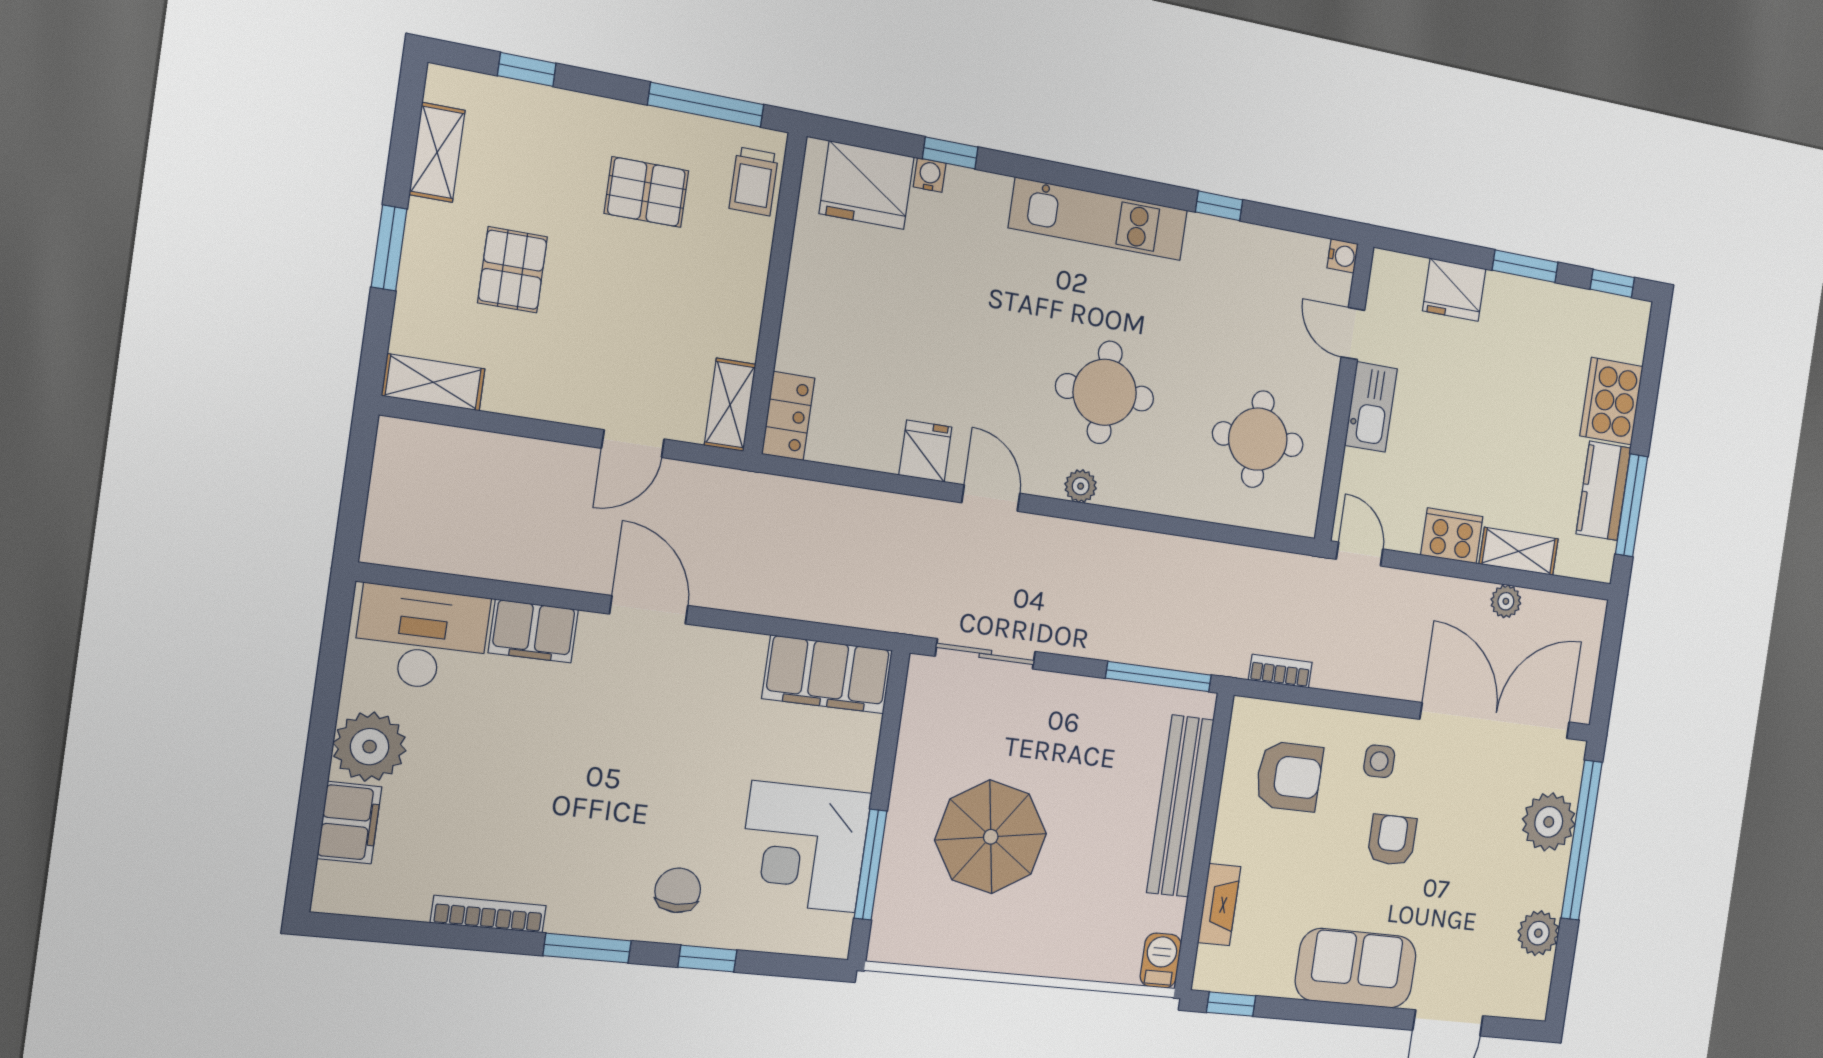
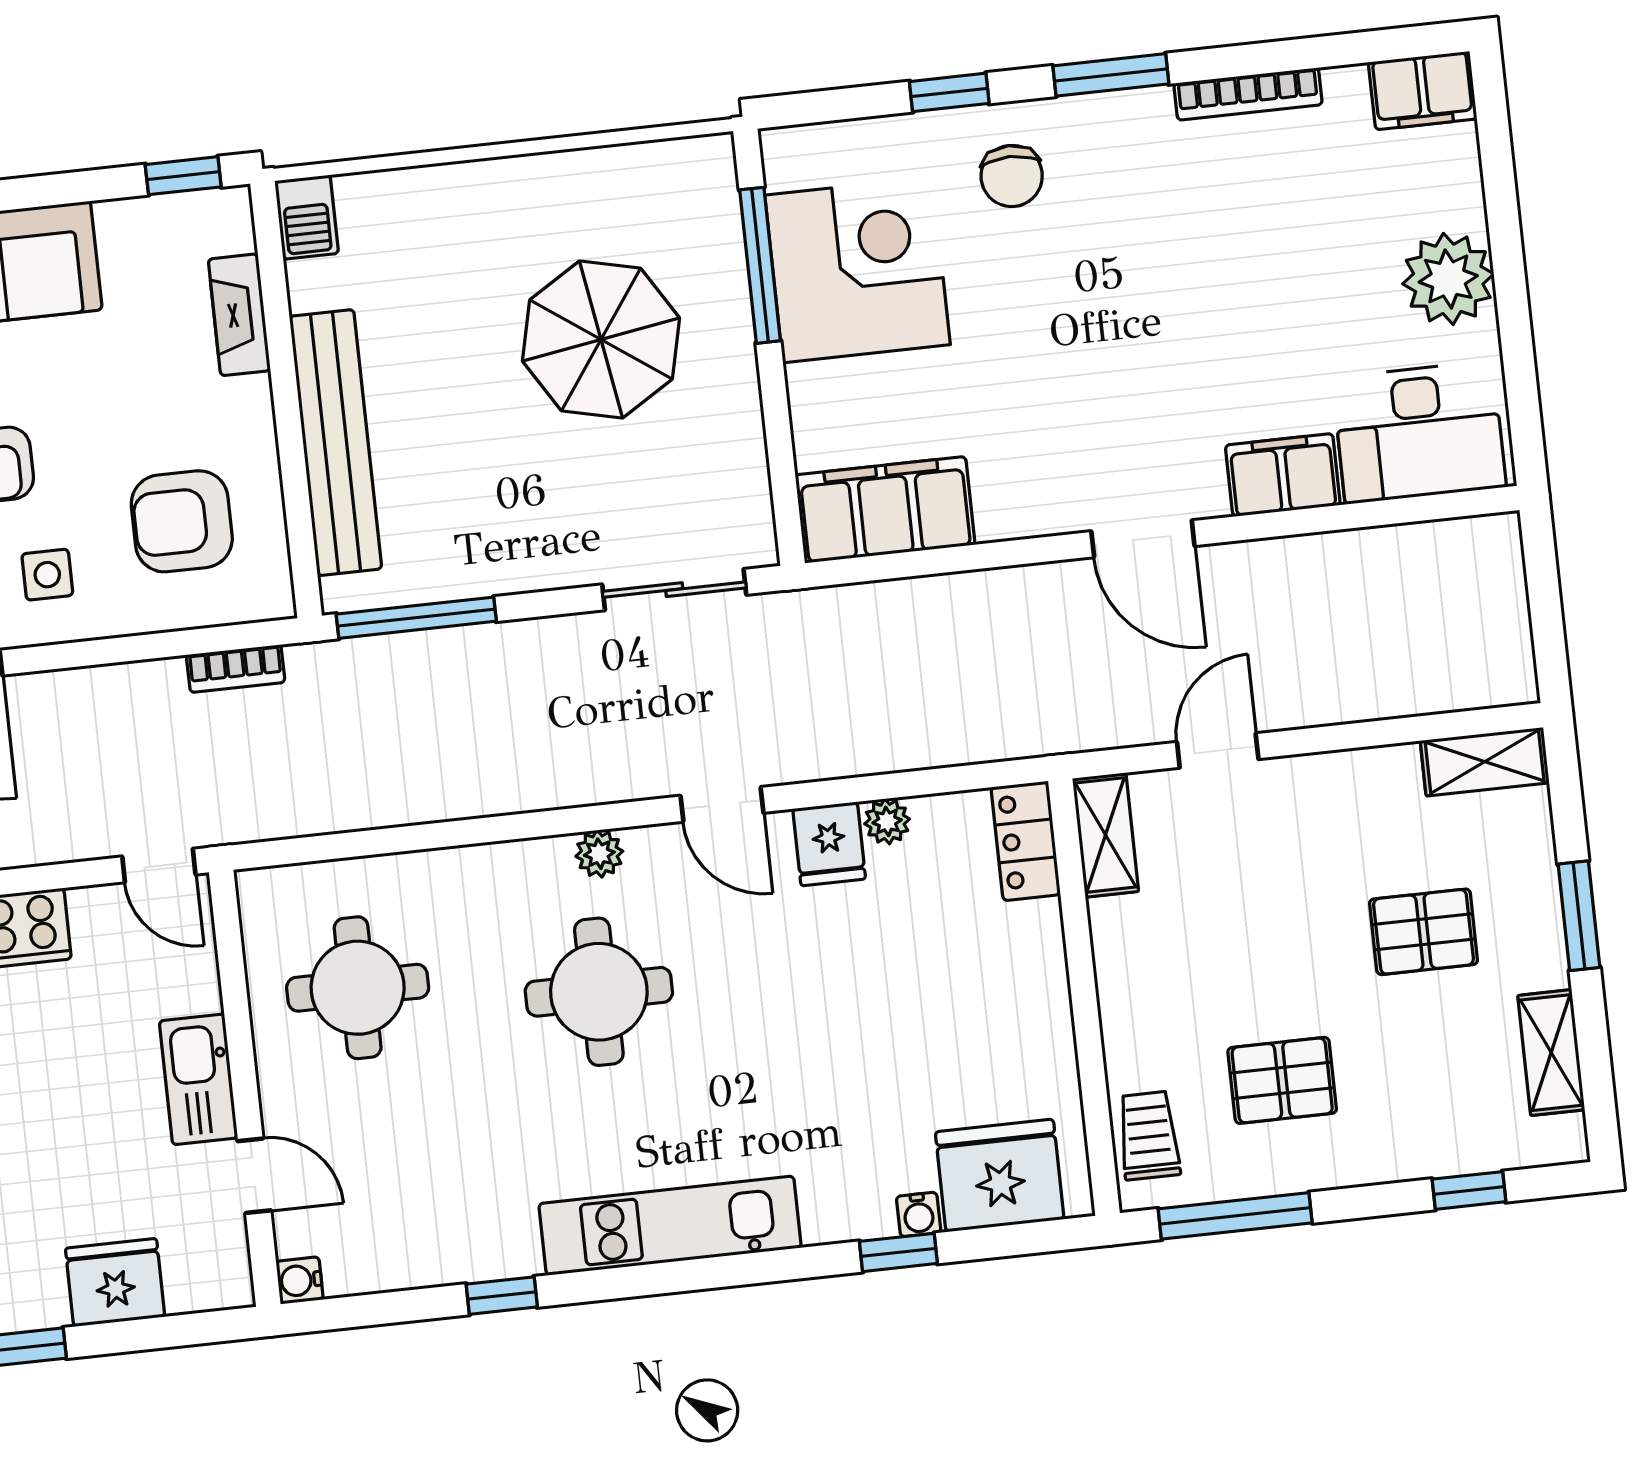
pallet: (513, 270) -> (1424, 932), turned 90
plant: (882, 456) -> (887, 821), added
filing cabinet: (349, 823) -> (1423, 91), moved, turned -90

